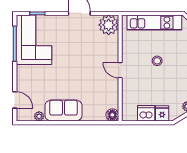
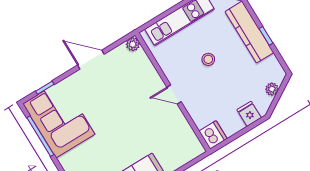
plant: (109, 25) -> (133, 44), width x0.53, depth x0.53
dishwasher: (146, 113) -> (213, 135), moved, turned 90
floor lamp: (112, 115) -> (196, 149), removed

